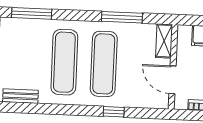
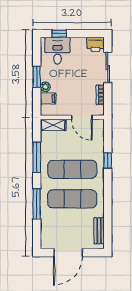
window: (32, 13) -> (37, 204), moved
door: (172, 80) -> (82, 117), hinge flipped

